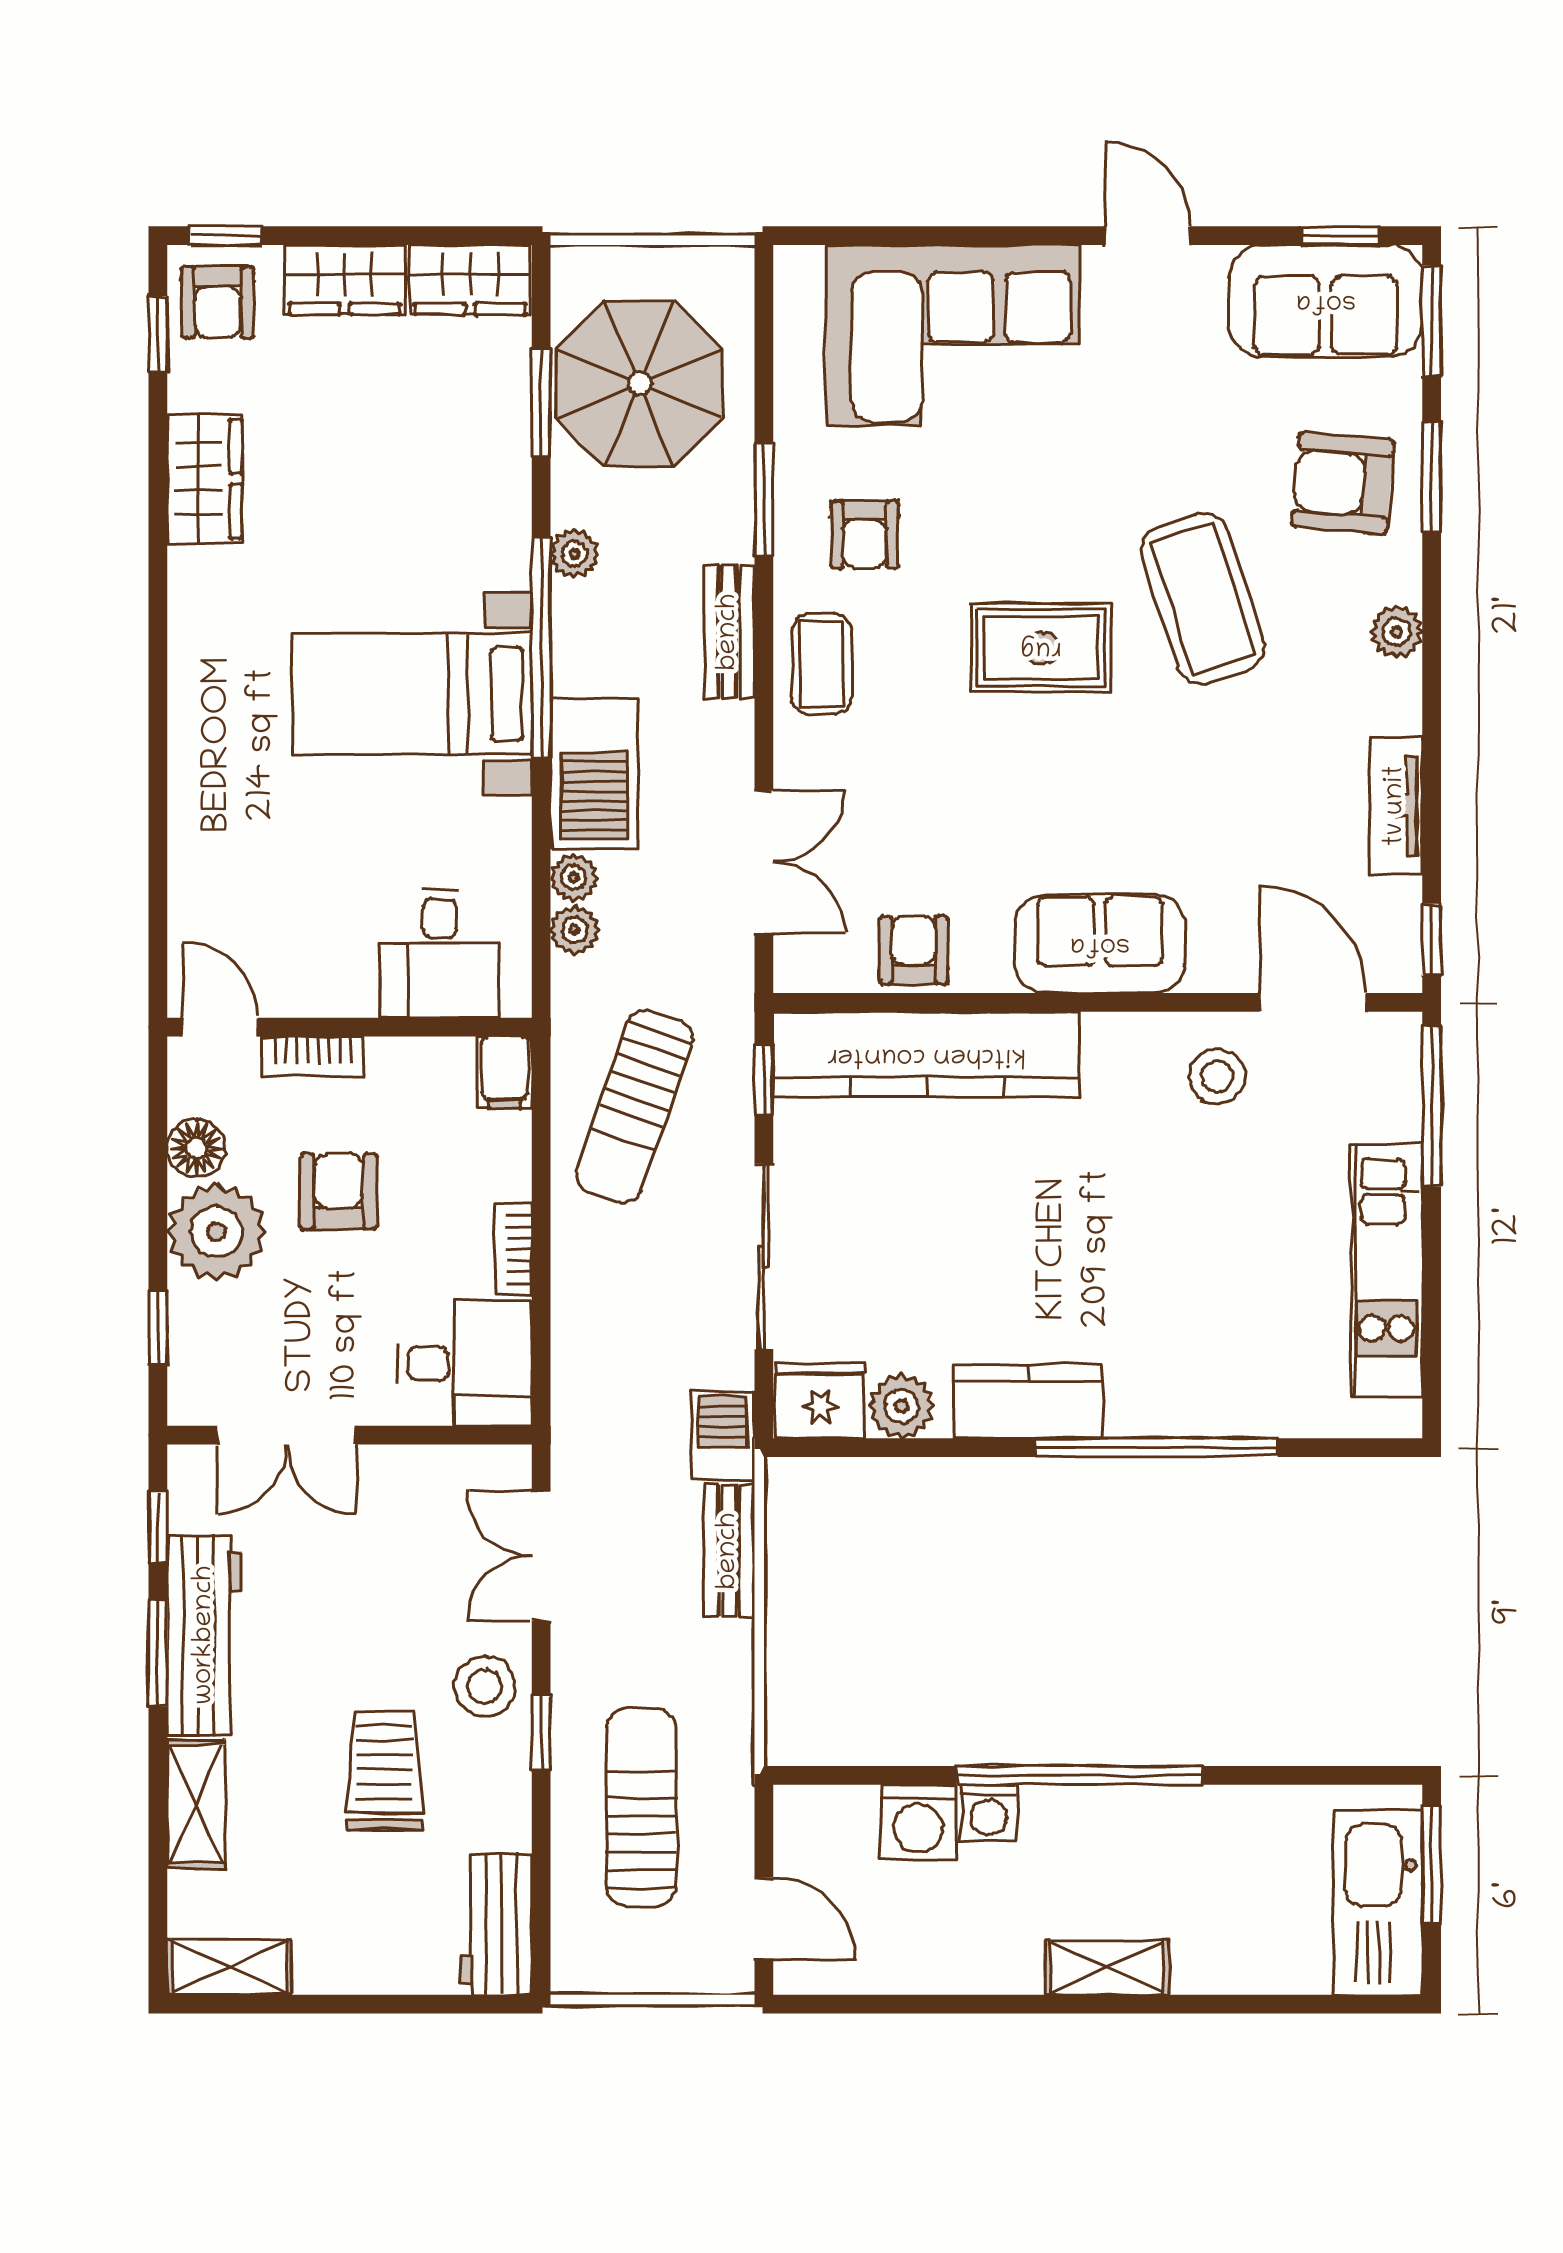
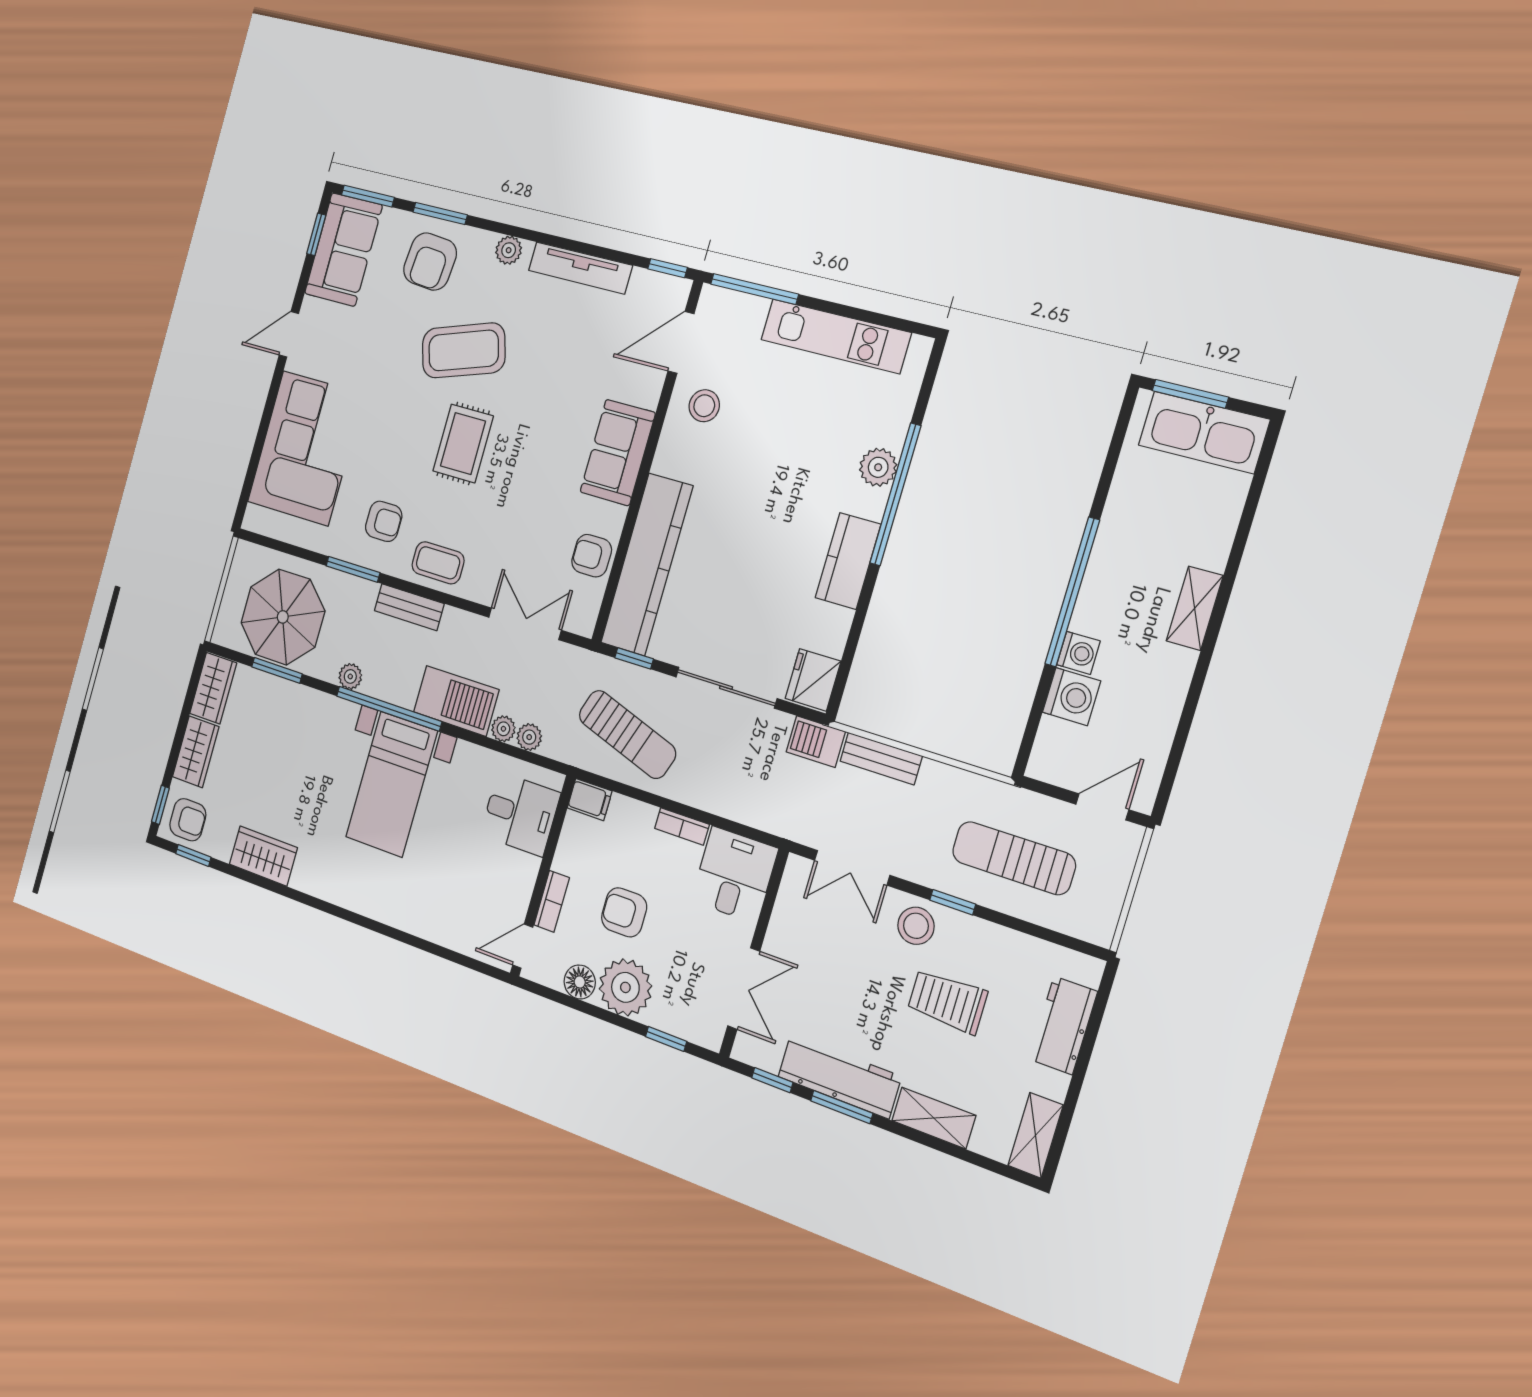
tv unit: (1396, 806) -> (580, 268), width x1.41
plant: (902, 1406) -> (878, 467), moved
workbench: (496, 1925) -> (1063, 1025), moved, turned 90

